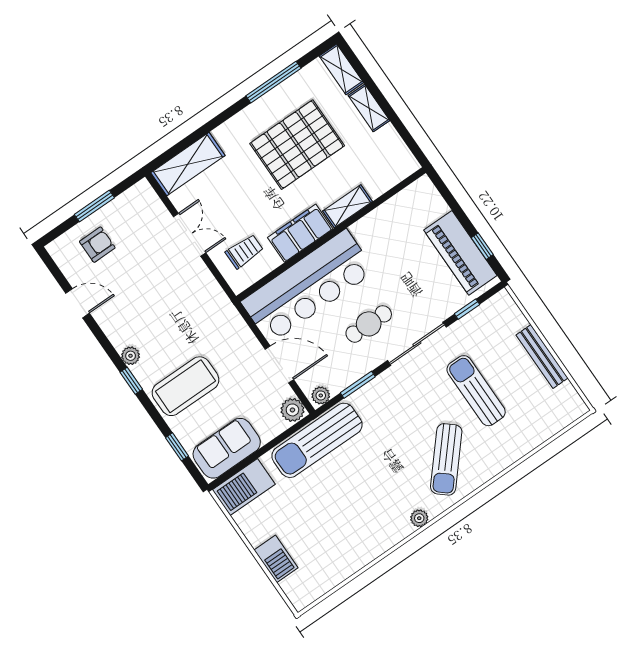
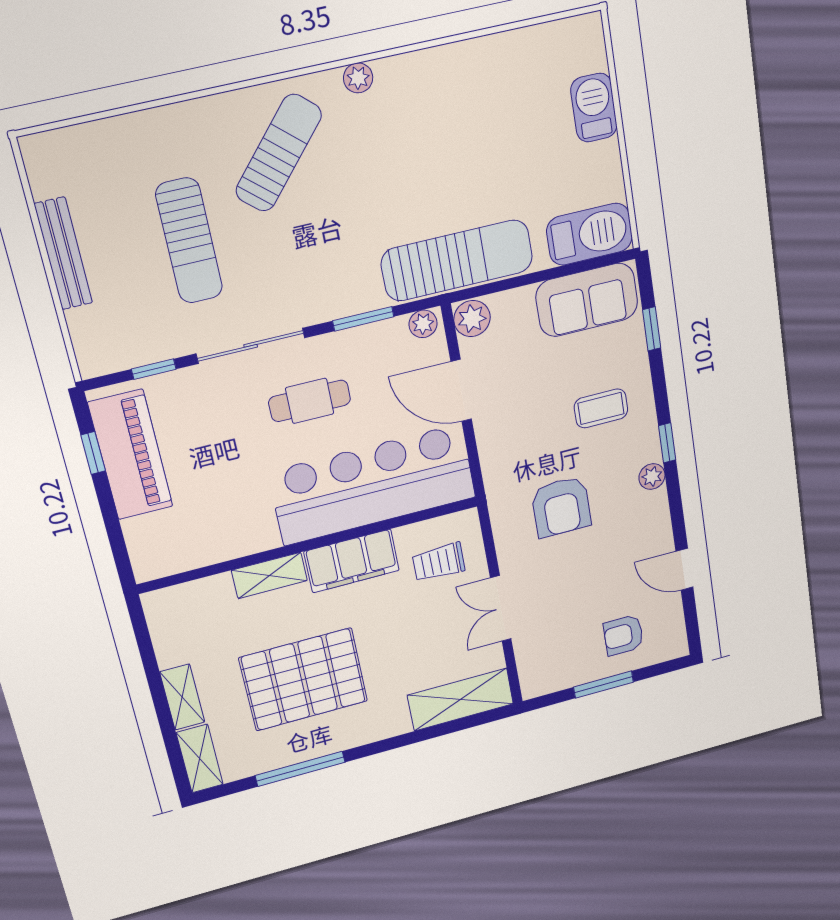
armchair: (181, 315) -> (561, 507), added
coffee table: (185, 386) -> (601, 408), width x0.54, depth x0.58

